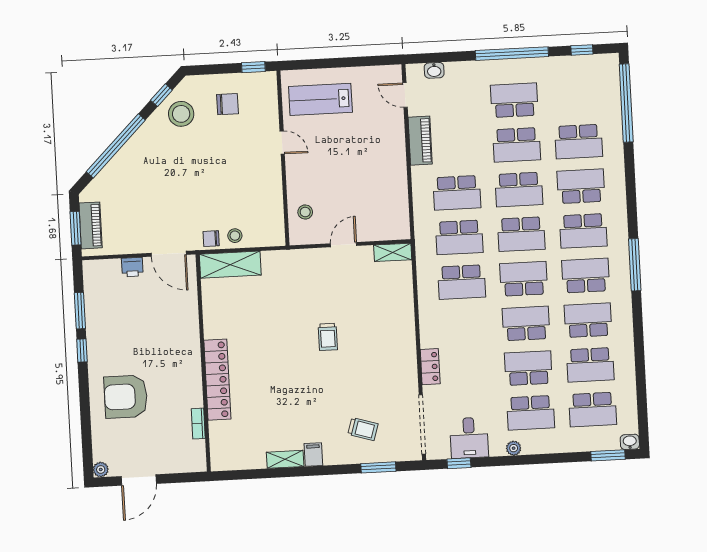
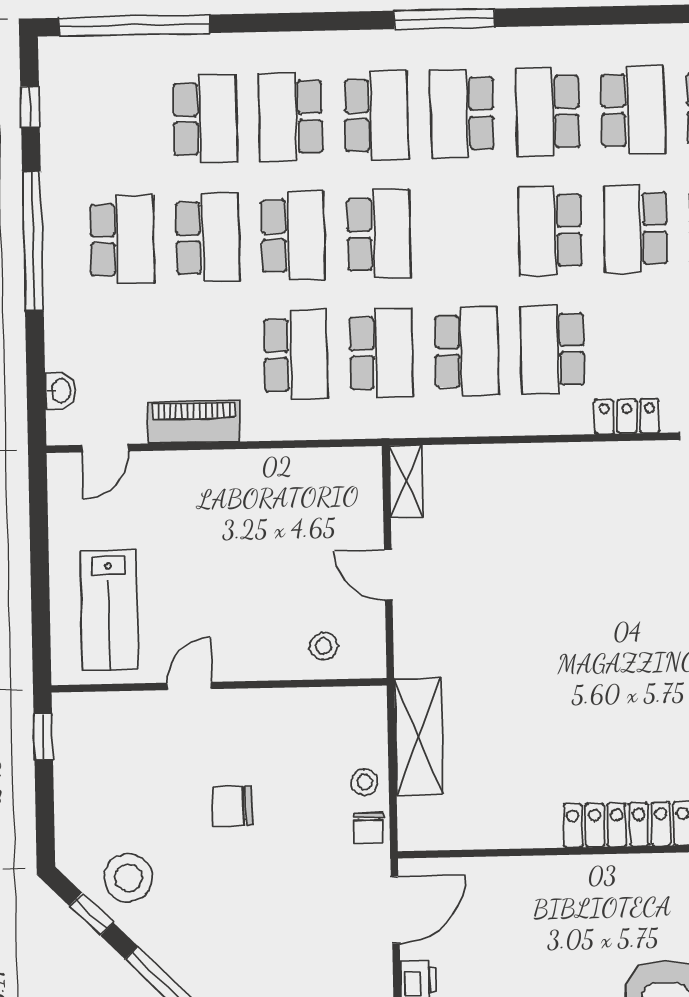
school desk: (514, 100) -> (122, 239), turned 180
chair: (228, 104) -> (233, 806), moved, turned -90
shelving: (230, 265) -> (419, 737), moved
school desk: (524, 279) -> (552, 349), moved
trolley: (328, 337) -> (564, 610), removed

